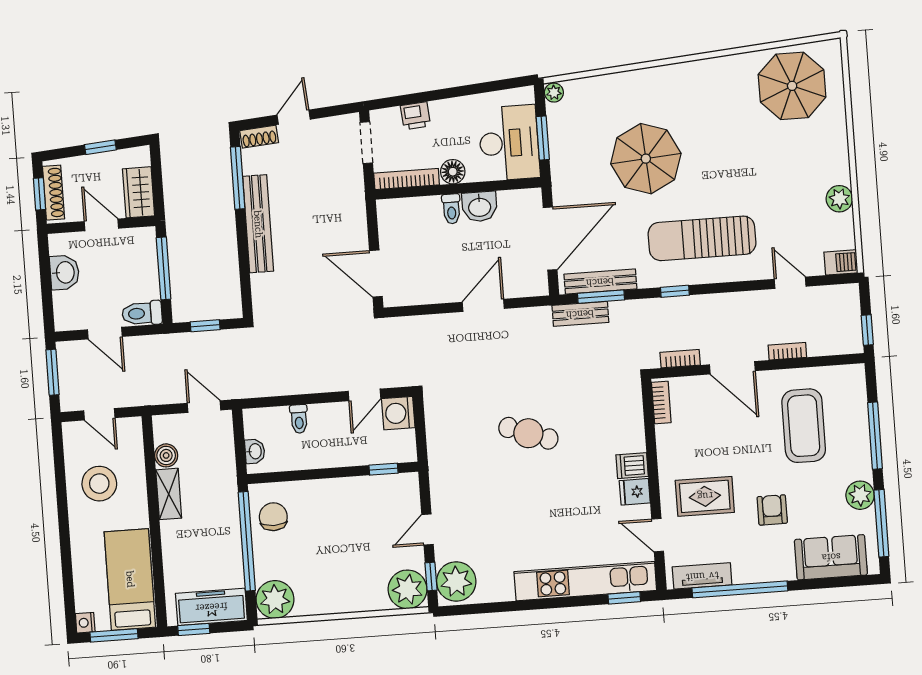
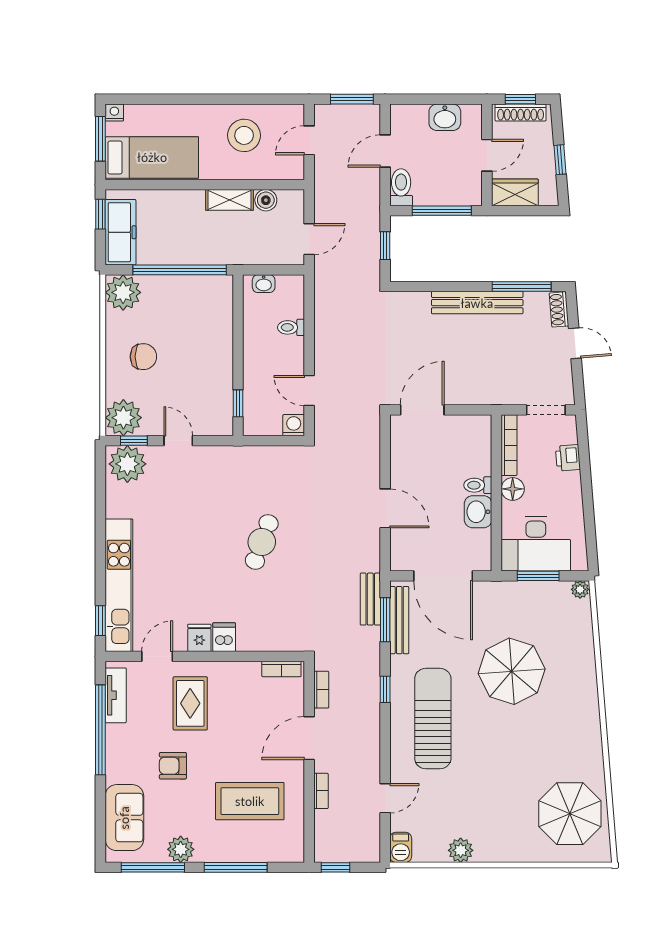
washing machine: (398, 413) -> (294, 425), width x0.73, depth x0.73
armchair: (772, 510) -> (173, 766), turned 180
chair: (273, 517) -> (143, 357), moved

